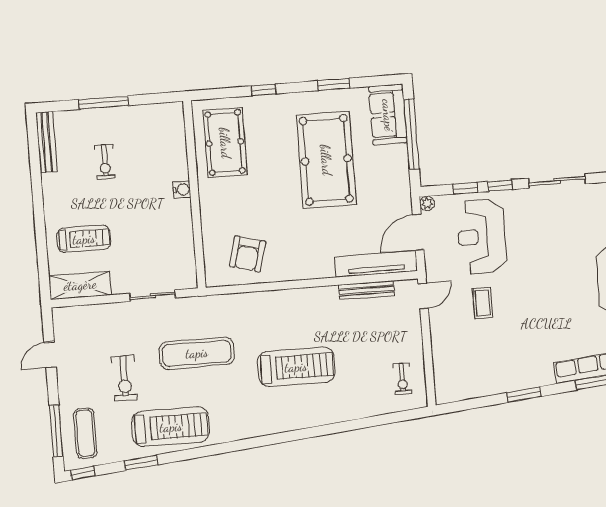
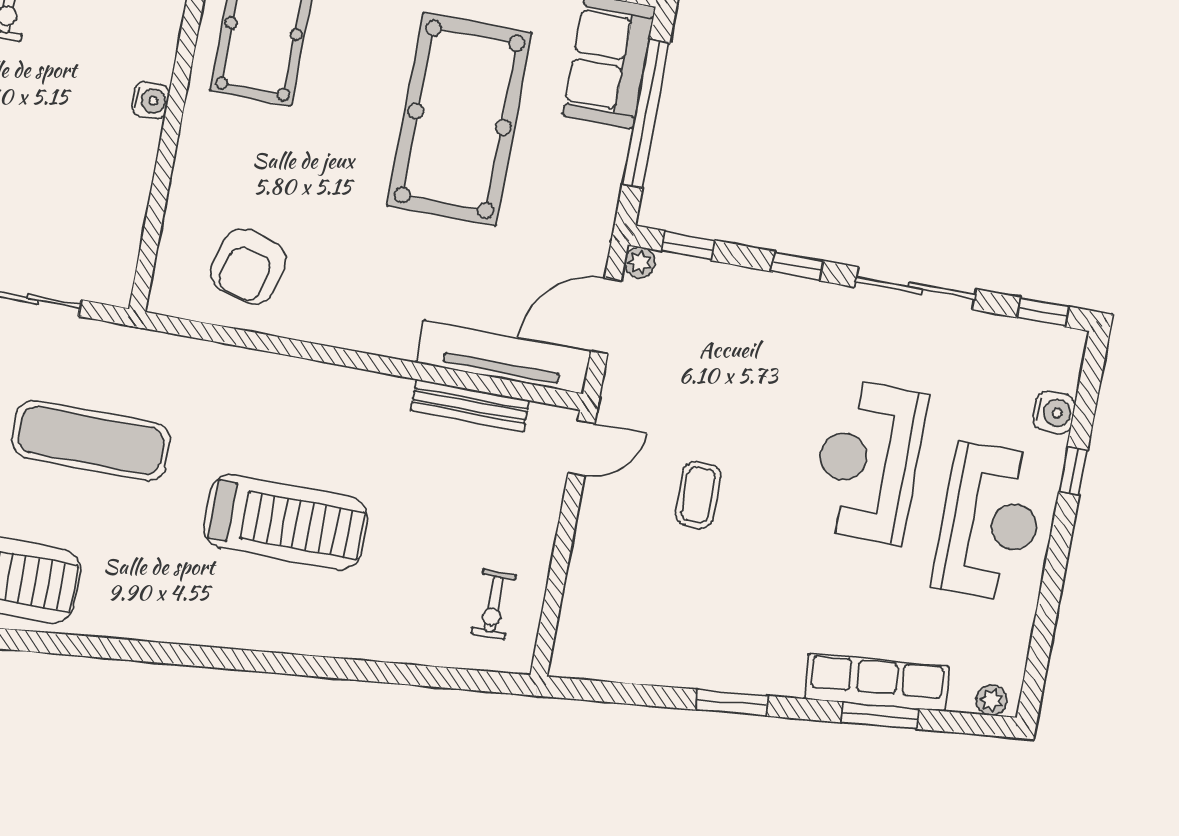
window: (465, 188) -> (688, 246), moved
reception desk: (482, 237) -> (868, 461), moved

